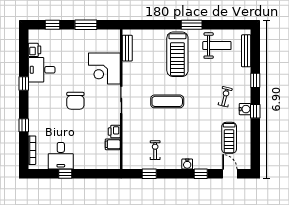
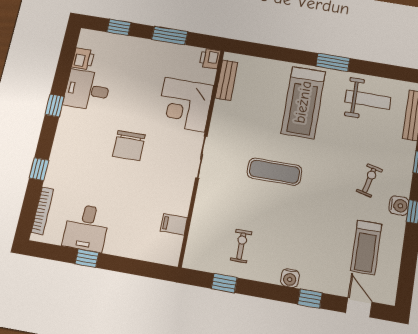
printer: (114, 132) -> (210, 59), moved

